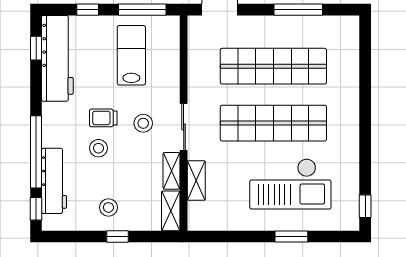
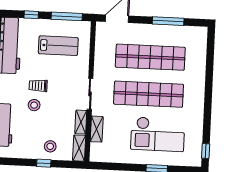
lab bench: (131, 55) -> (58, 46), turned 90
stool: (143, 123) -> (64, 90), removed
stool: (108, 207) -> (50, 146), moved

